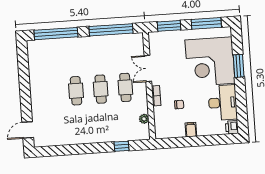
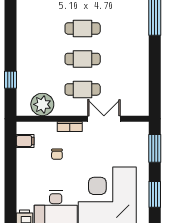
window: (206, 23) -> (155, 194), width x0.69
window: (111, 30) -> (155, 77), removed
plant: (144, 119) -> (42, 104), width x1.87, depth x1.87
filing cabinet: (191, 130) -> (25, 141), moved

